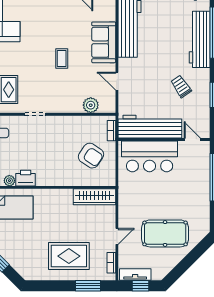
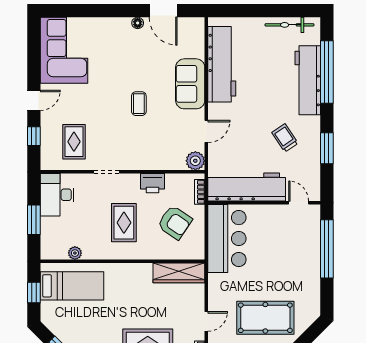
door: (117, 81) -> (206, 131), swing flipped
plant: (91, 105) -> (195, 161), moved
rug: (49, 156) -> (124, 223), added
bar counter: (150, 156) -> (227, 239), moved, turned -90
printer: (26, 178) -> (153, 183), moved, turned 180

